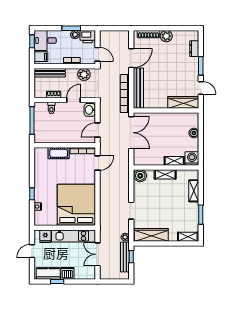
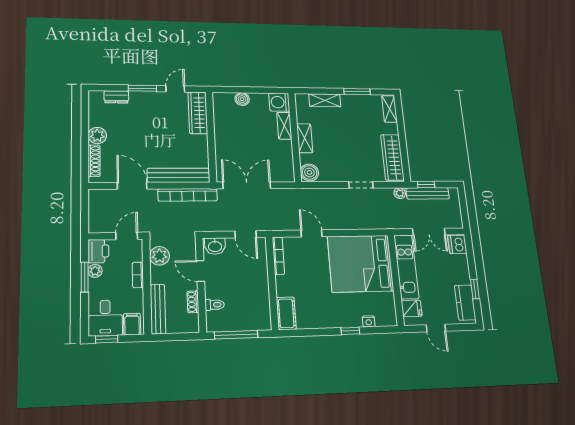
cot: (59, 153) -> (286, 313), moved
door: (97, 163) -> (312, 233), moved
dishwasher: (67, 273) -> (457, 244), moved

